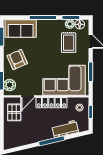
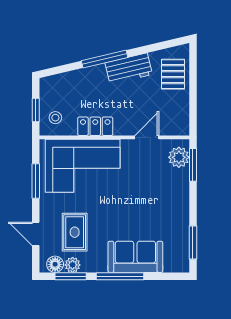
sofa: (21, 29) -> (135, 257), moved
armchair: (17, 60) -> (165, 202), removed
locker: (51, 103) -> (95, 126), width x0.66
pallet: (14, 112) -> (173, 74), moved
workbench: (65, 129) -> (129, 69), moved

